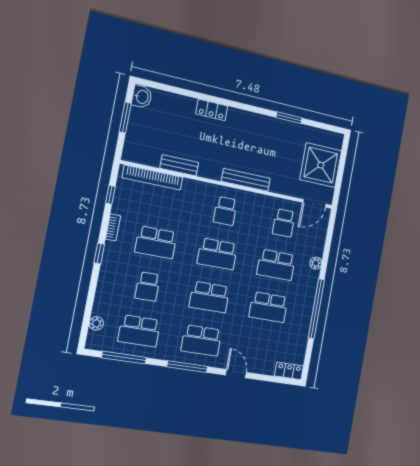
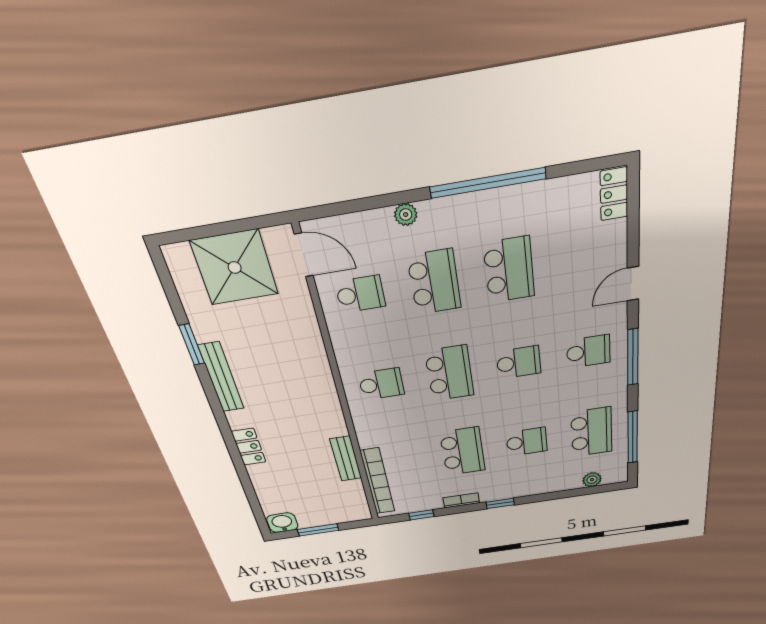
bench: (246, 180) -> (221, 377), moved
school desk: (209, 297) -> (519, 362), width x0.54
school desk: (201, 340) -> (588, 351), width x0.54

